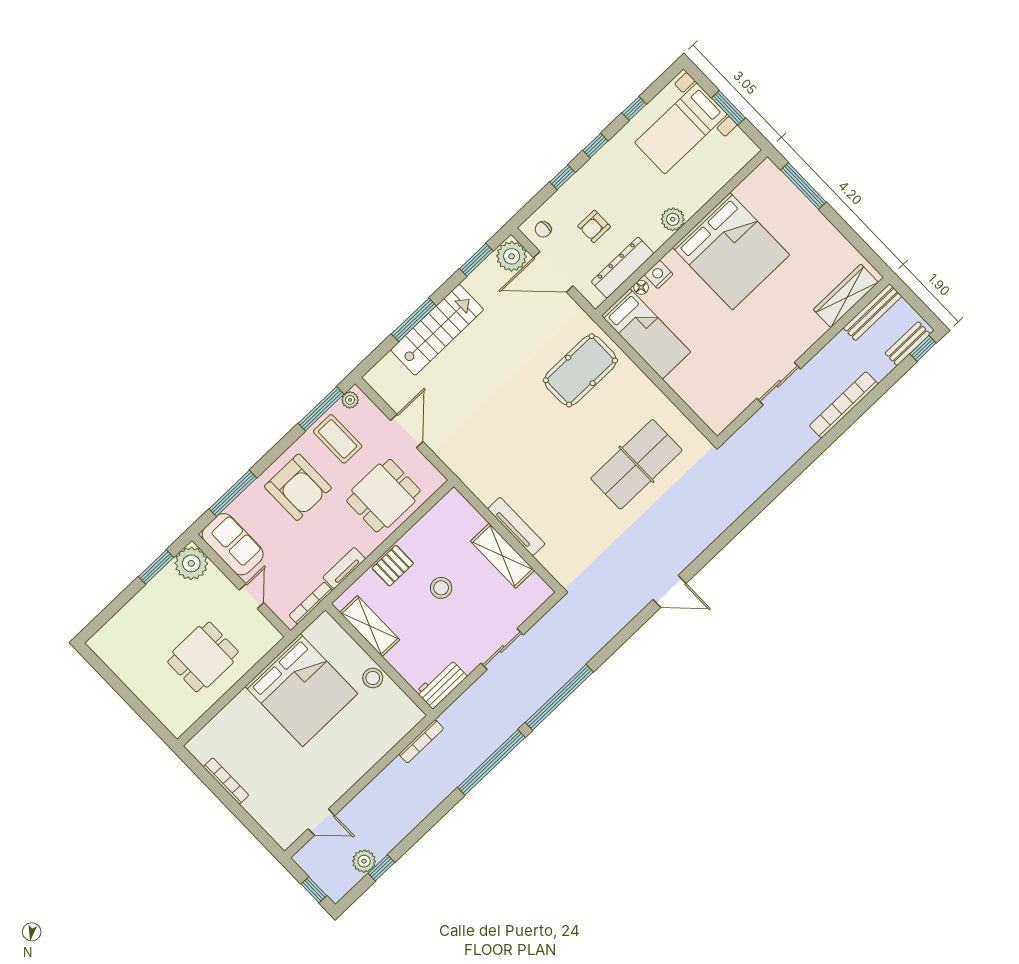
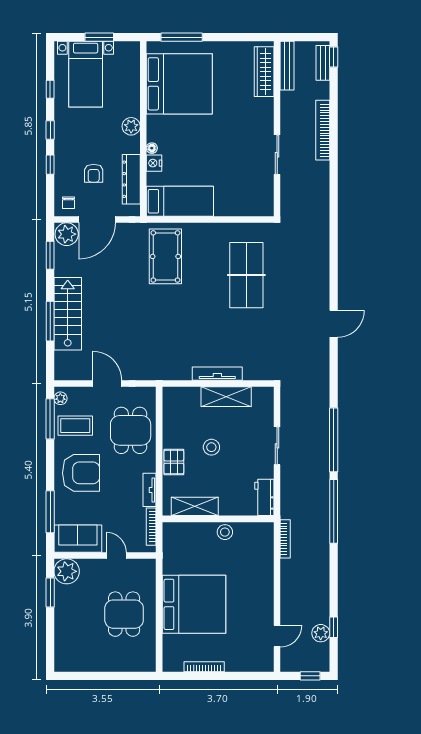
bed: (731, 251) -> (179, 84), moved
floor lamp: (641, 287) -> (152, 148), moved
bed: (301, 690) -> (194, 604), moved

